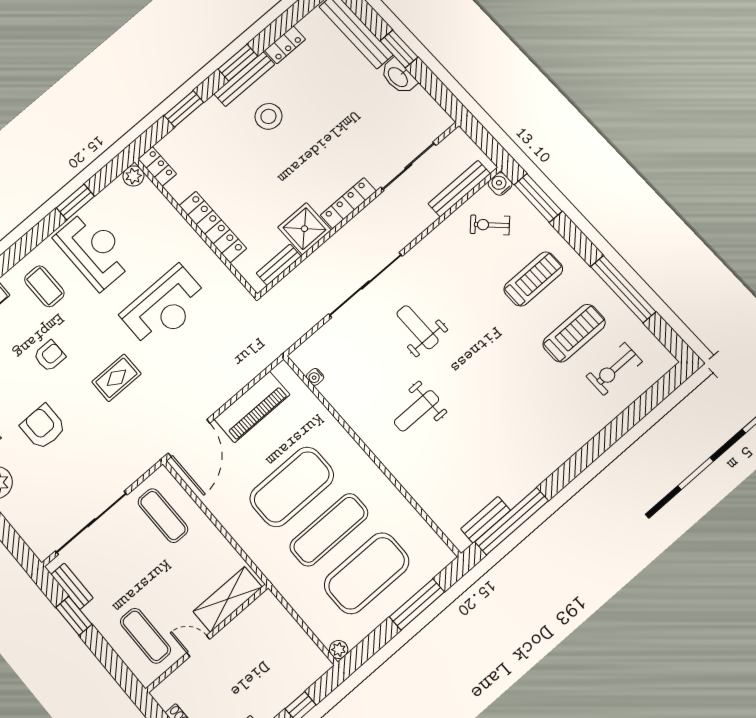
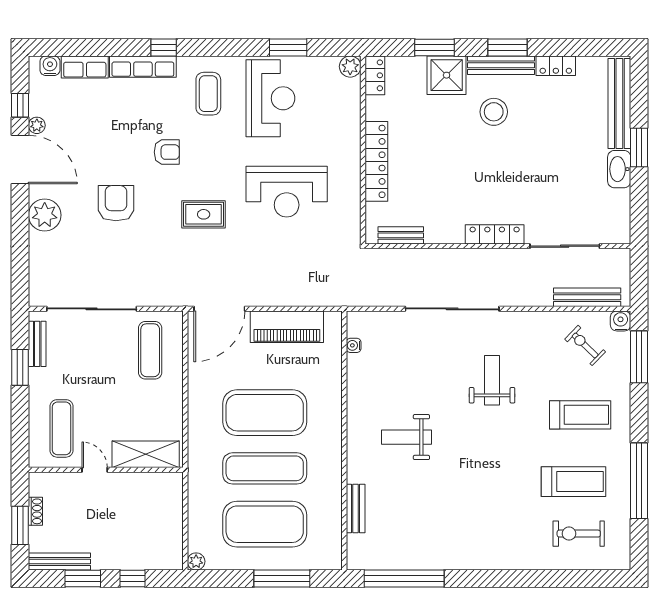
shower: (304, 229) -> (447, 75), moved
weight bench: (418, 327) -> (492, 380), moved
bench: (486, 520) -> (356, 508), moved, turned 90

